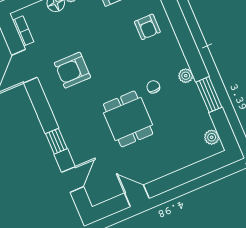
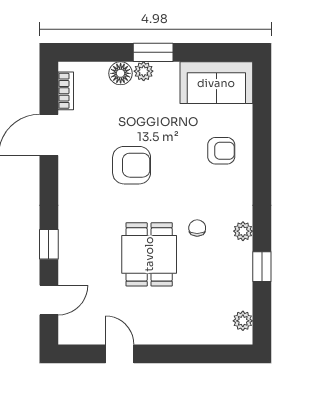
armchair: (147, 27) -> (221, 151), turned -90
armchair: (72, 70) -> (132, 165), moved, turned 180
window: (209, 95) -> (262, 267), width x0.67

